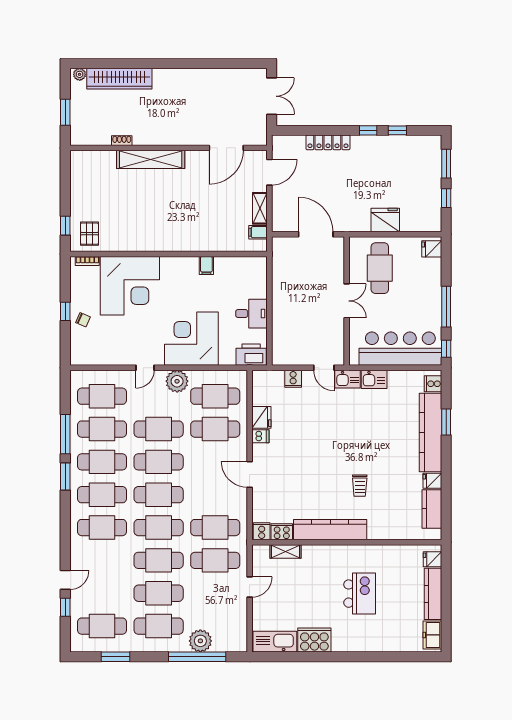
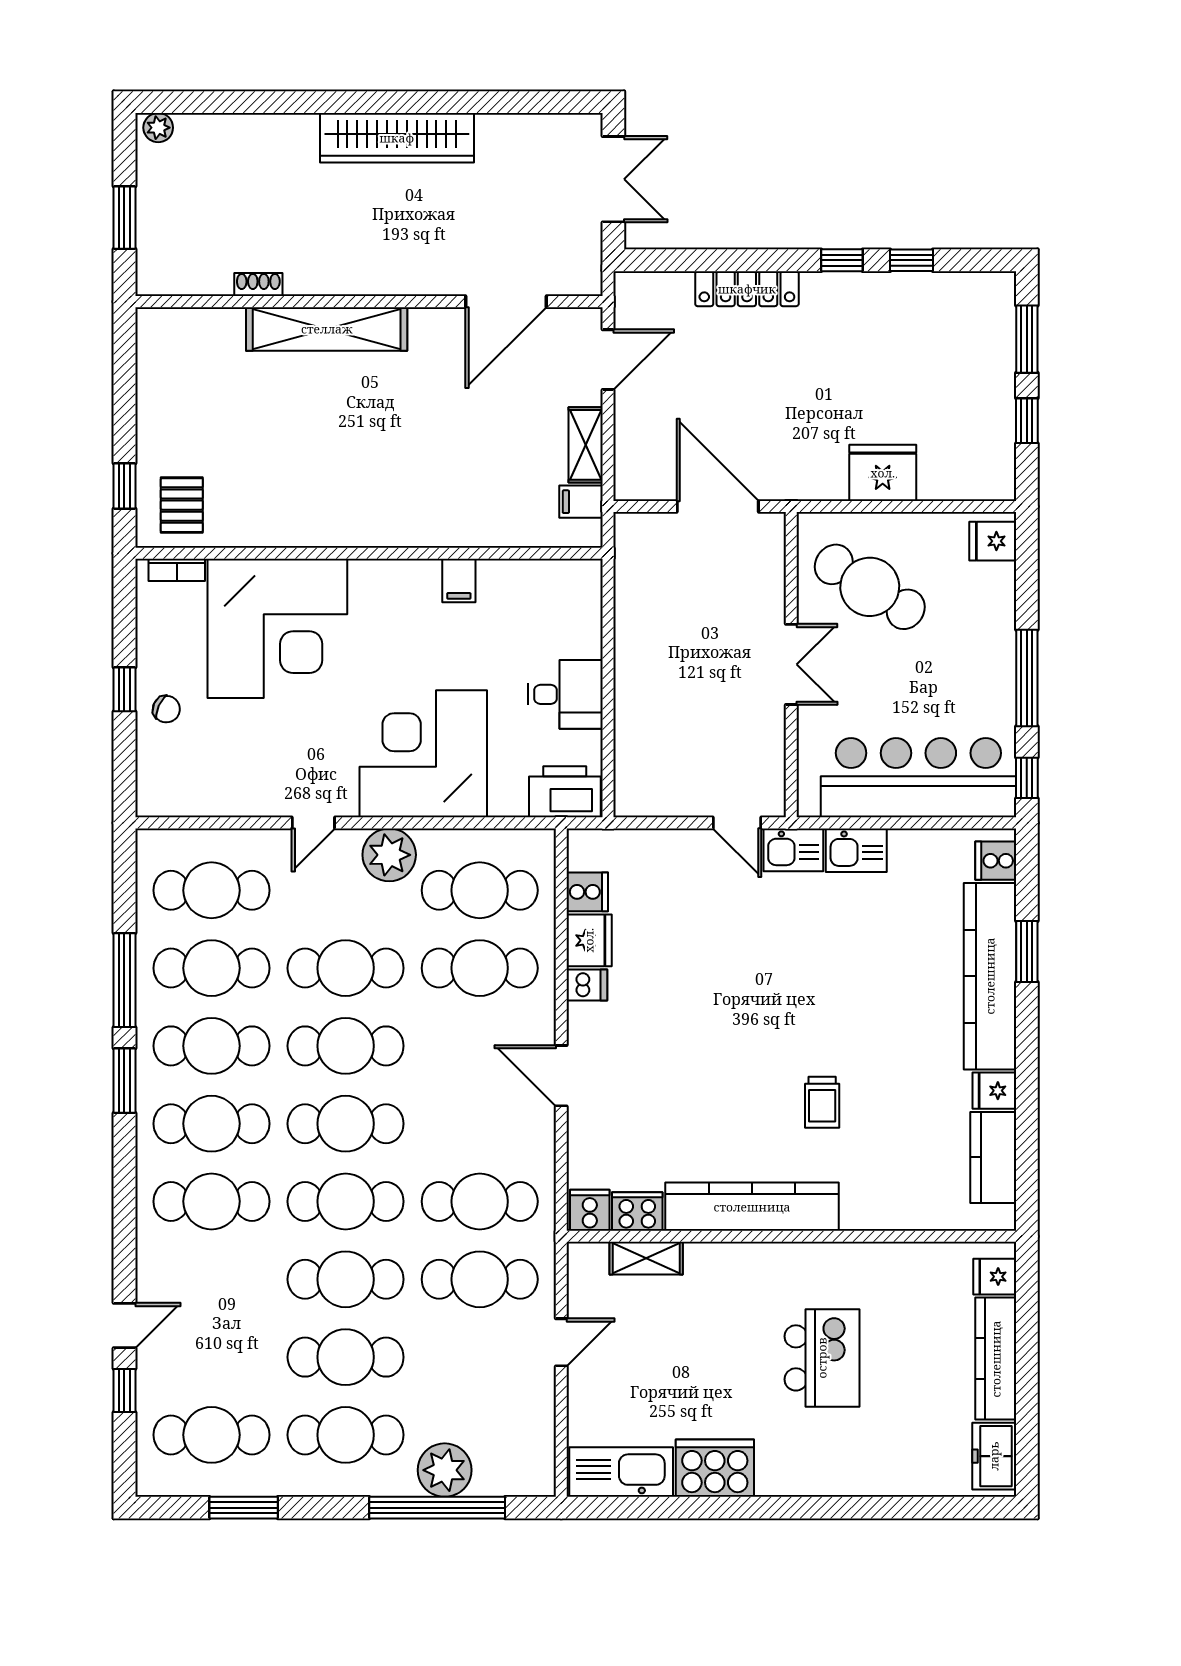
wardrobe: (119, 79) -> (397, 138), moved
cafe table: (380, 268) -> (870, 587), turned -58
cooker: (293, 379) -> (587, 892), moved, turned -90

